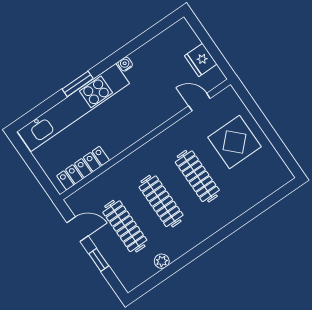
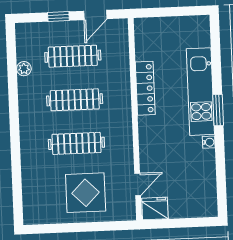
fridge: (201, 60) -> (155, 208), moved
window: (78, 84) -> (218, 110), moved
kitchen unit: (73, 107) -> (200, 92), width x0.73
locker: (83, 168) -> (145, 88), moved

